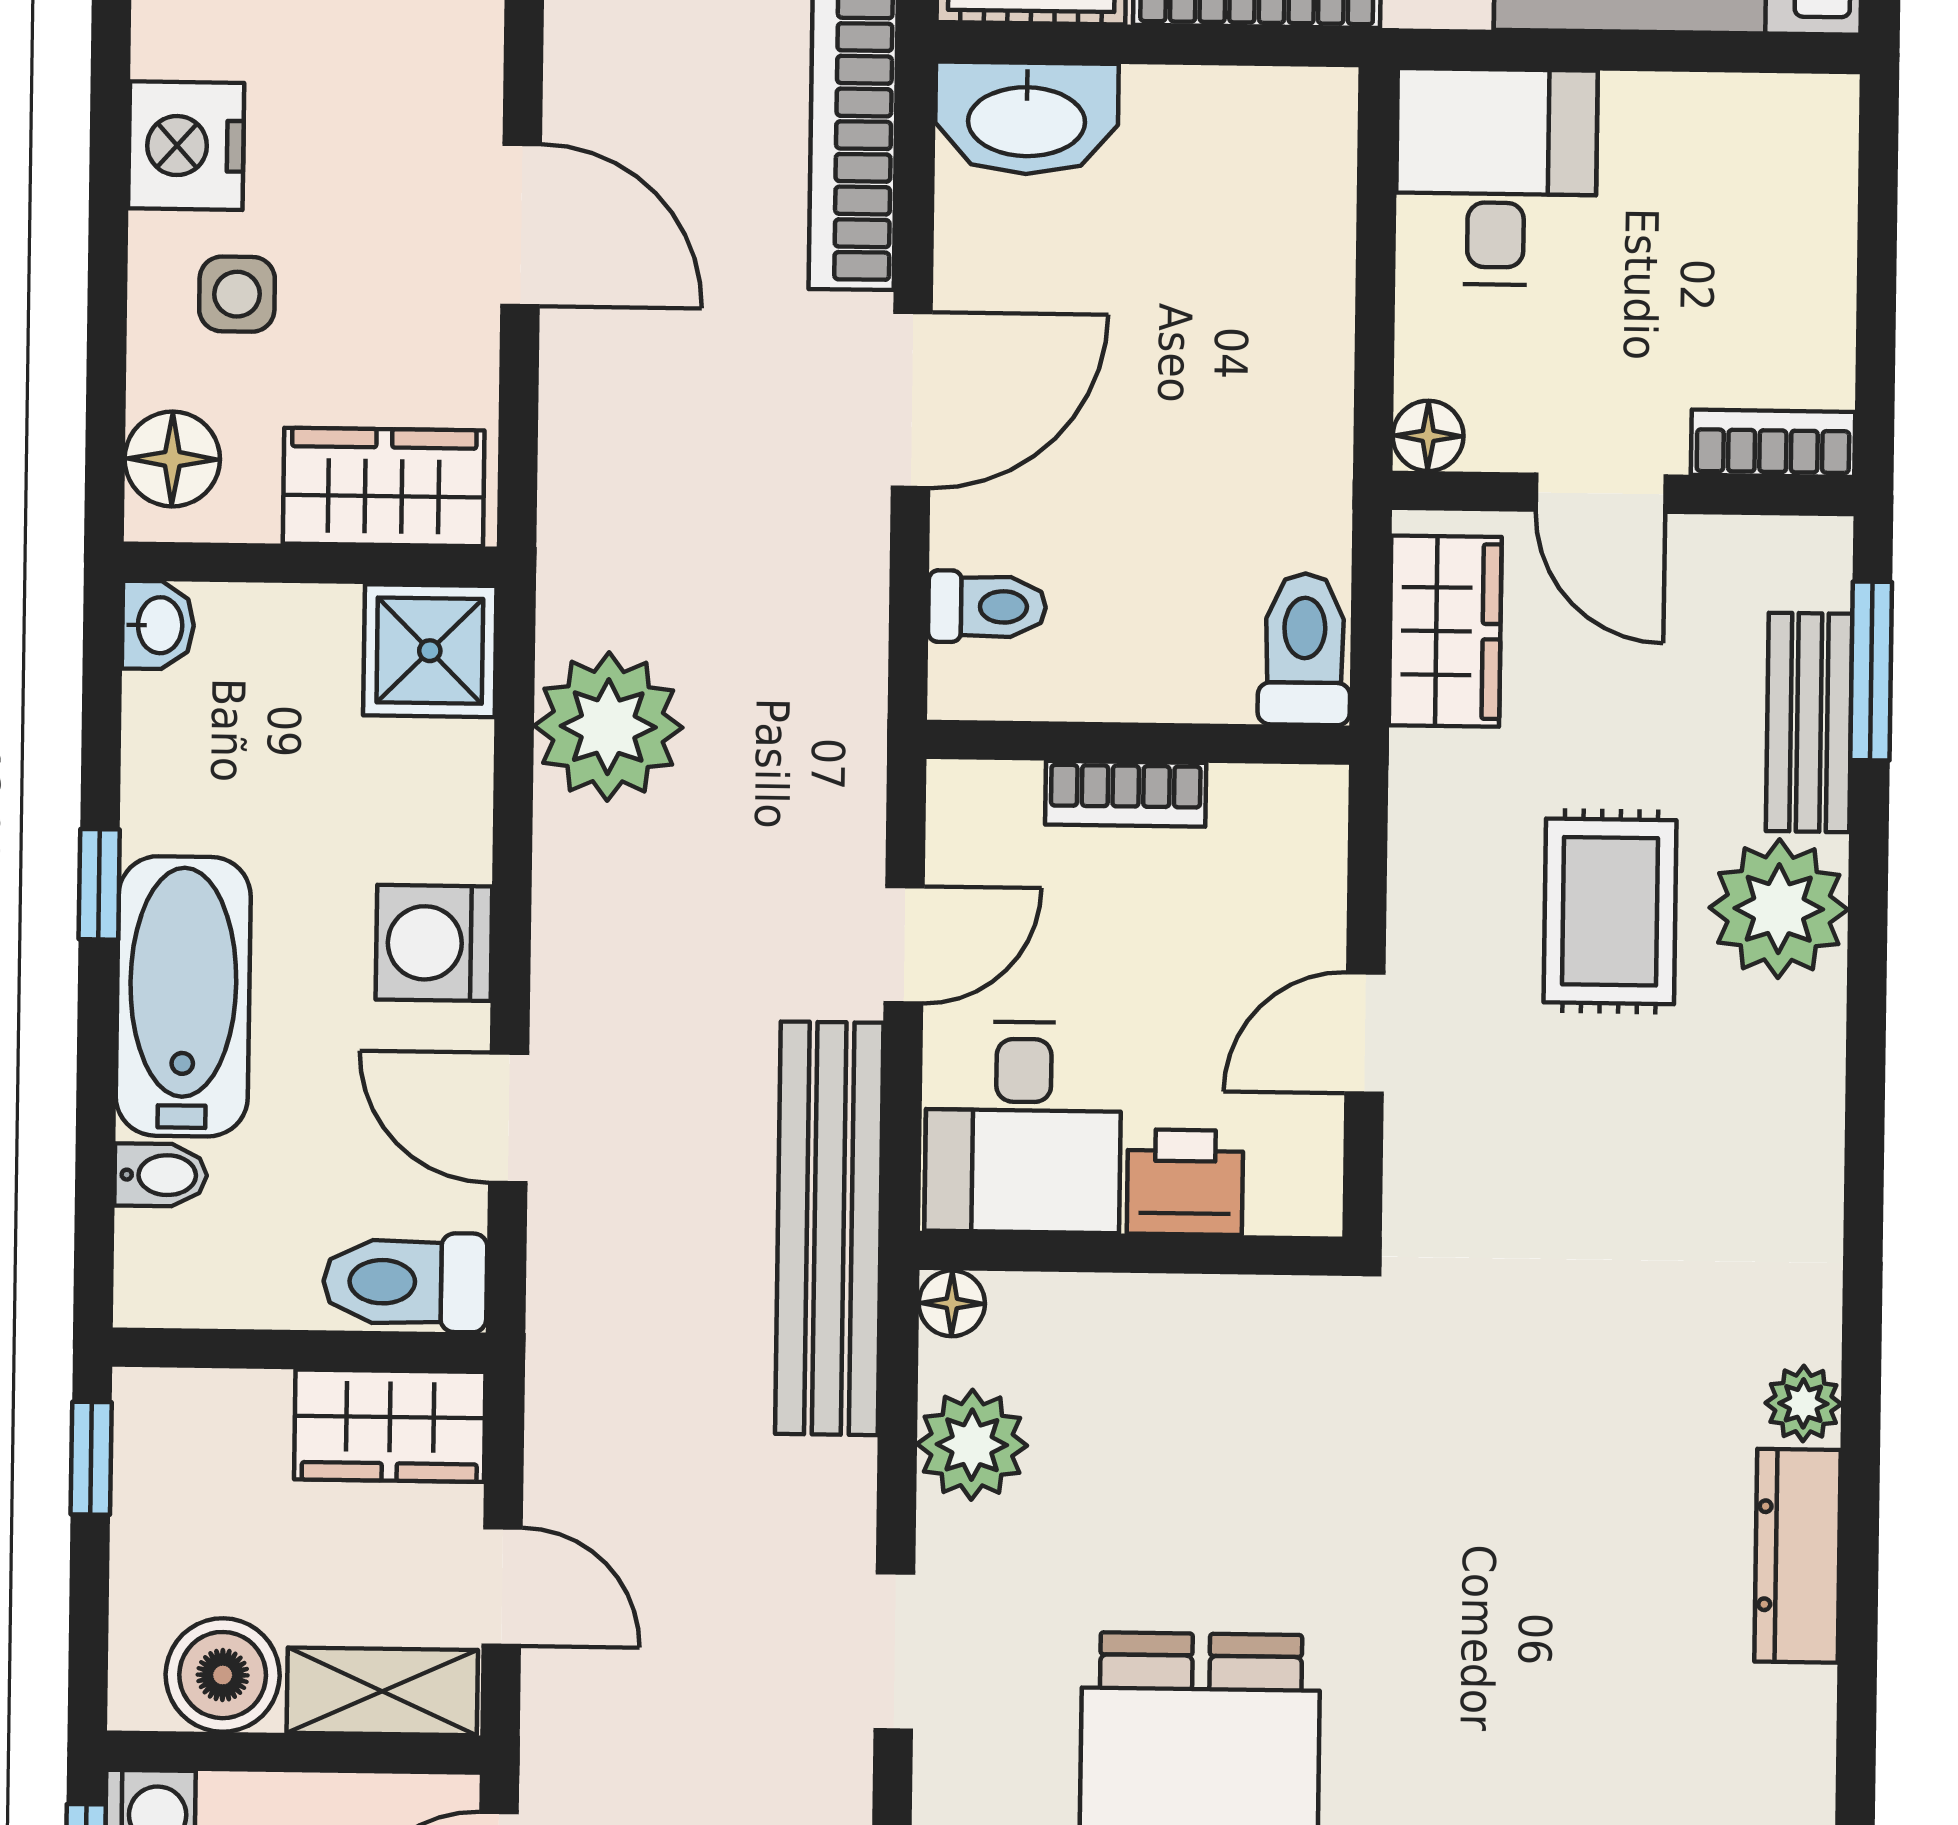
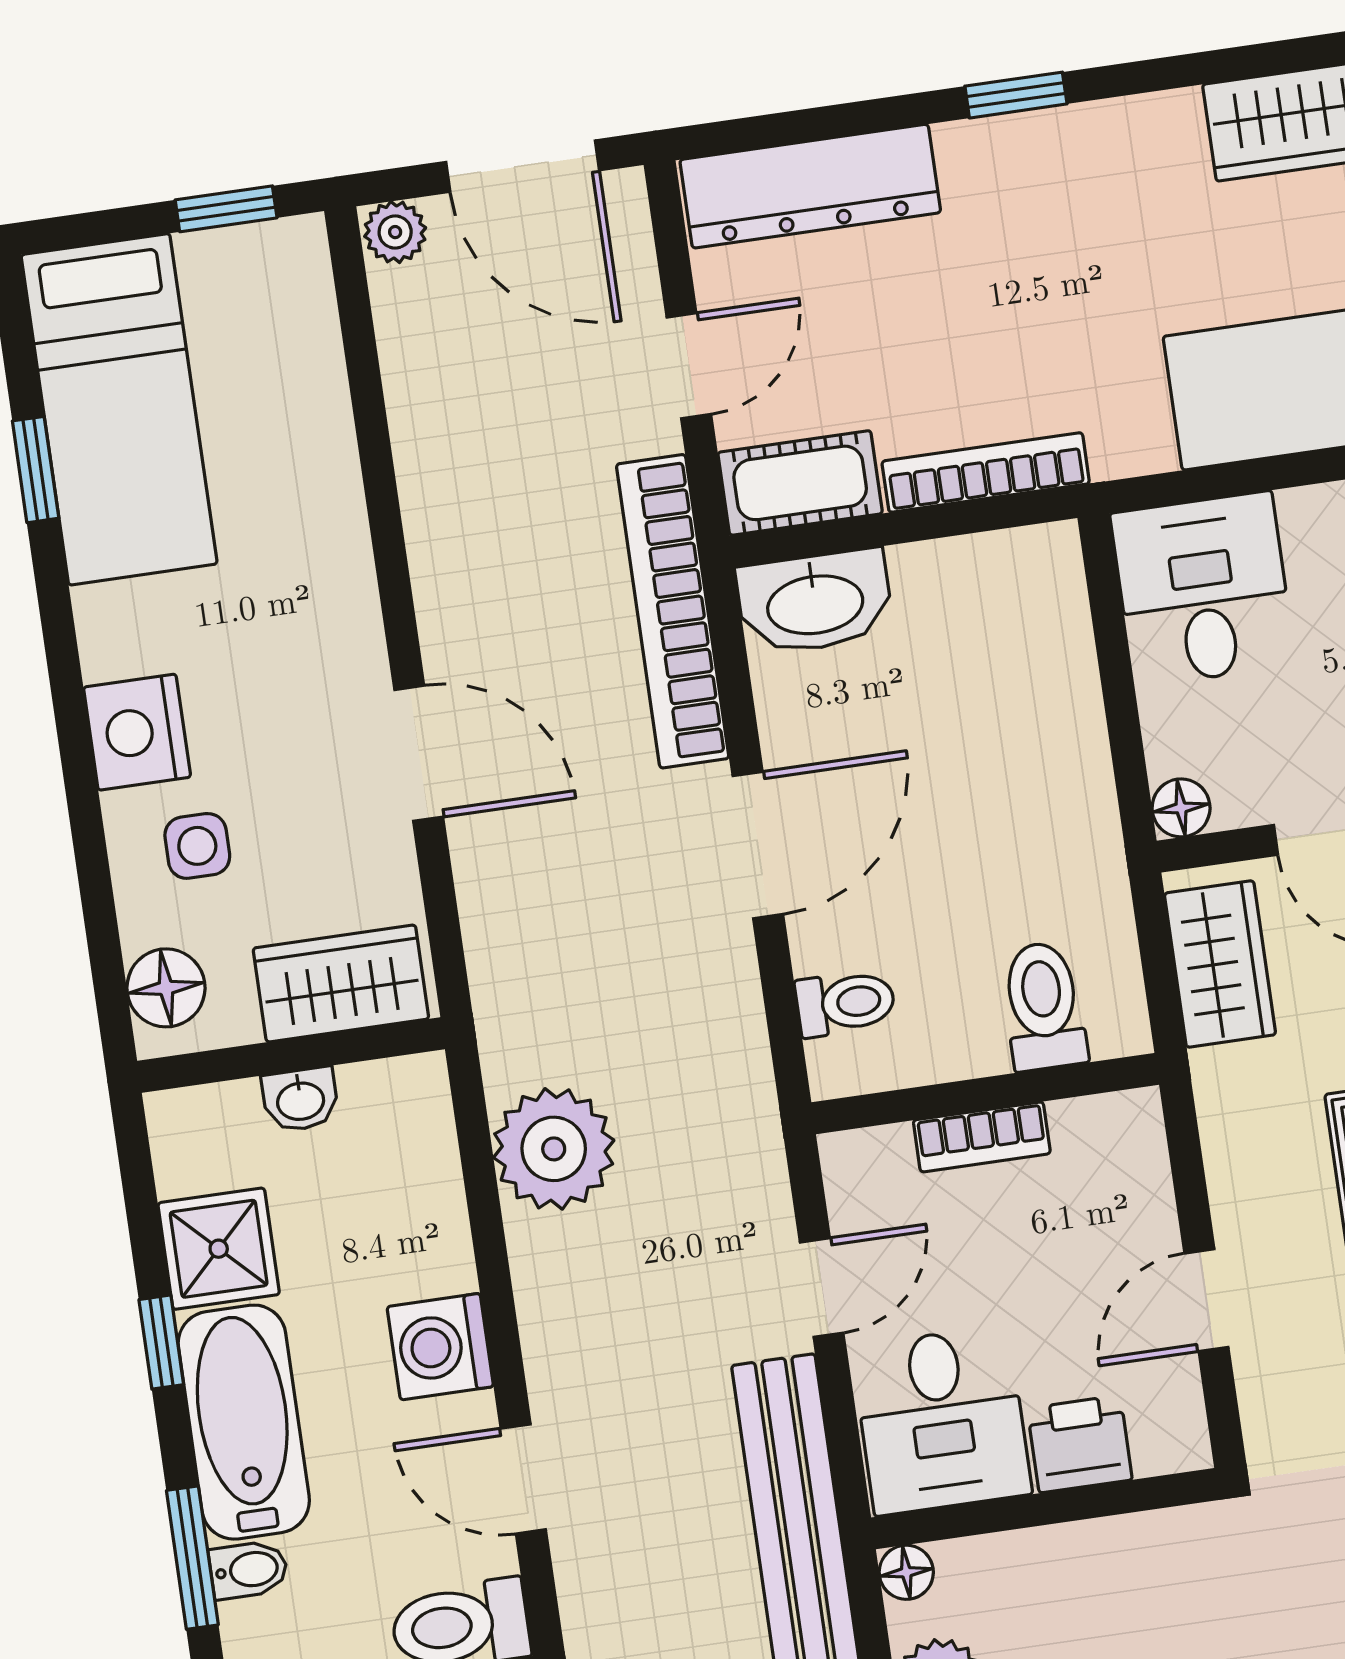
washbasin: (158, 625) -> (300, 1100), moved, turned 90
toilet: (1305, 649) -> (1044, 1006), moved
shower: (430, 651) -> (219, 1249), moved
window: (95, 1150) -> (192, 1558), added

